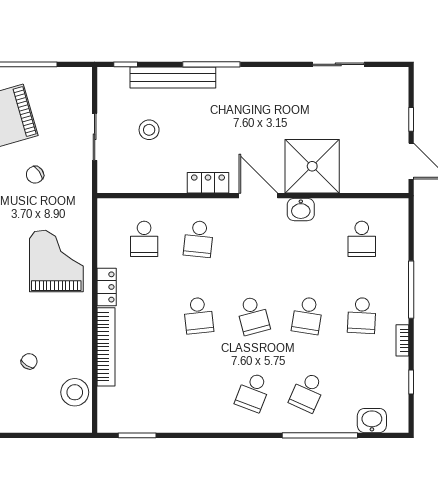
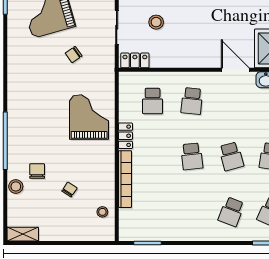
locker: (208, 183) -> (135, 60), moved
stool: (75, 392) -> (102, 212), width x0.53, depth x0.53

